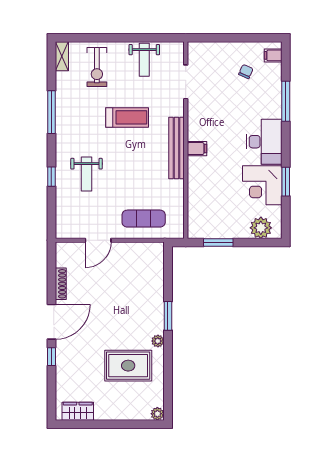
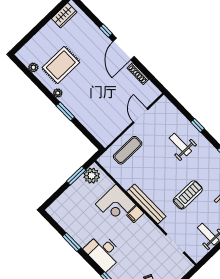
treadmill: (127, 117) -> (188, 195), turned 180
corner desk: (262, 185) -> (116, 204), moved, turned 180
plant: (261, 228) -> (92, 176), moved
plant: (157, 414) -> (33, 67), moved

